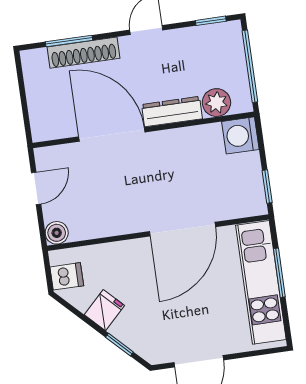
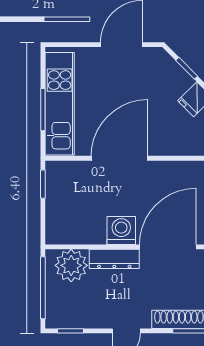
plant: (216, 103) -> (71, 265), width x1.36, depth x1.36
door: (112, 134) -> (168, 247), swing flipped
washing machine: (240, 135) -> (121, 230), moved, turned -90

